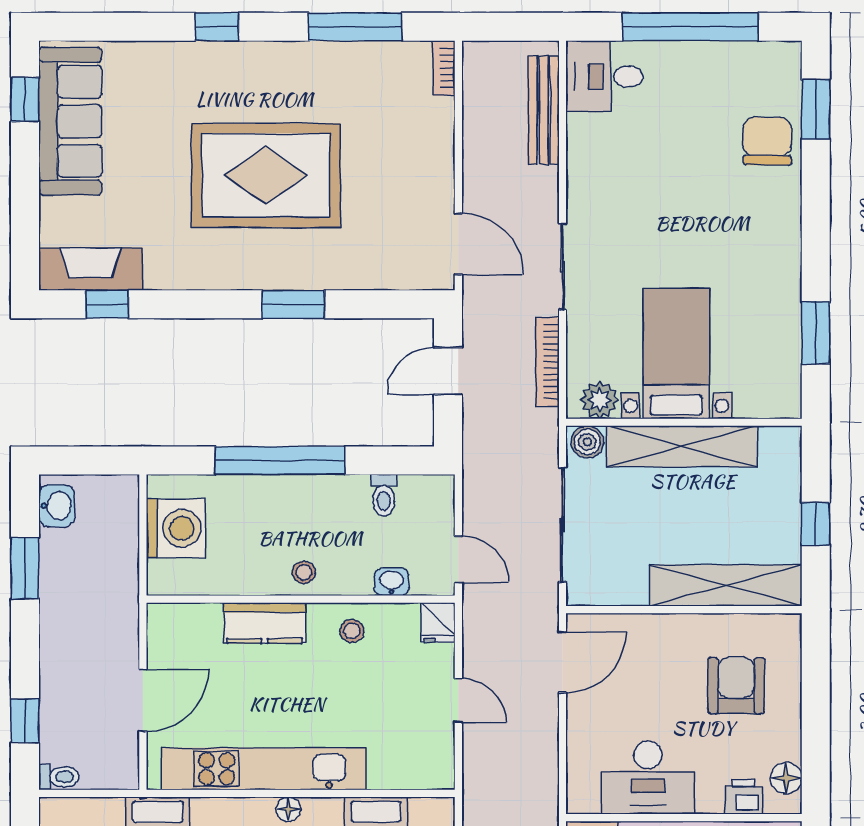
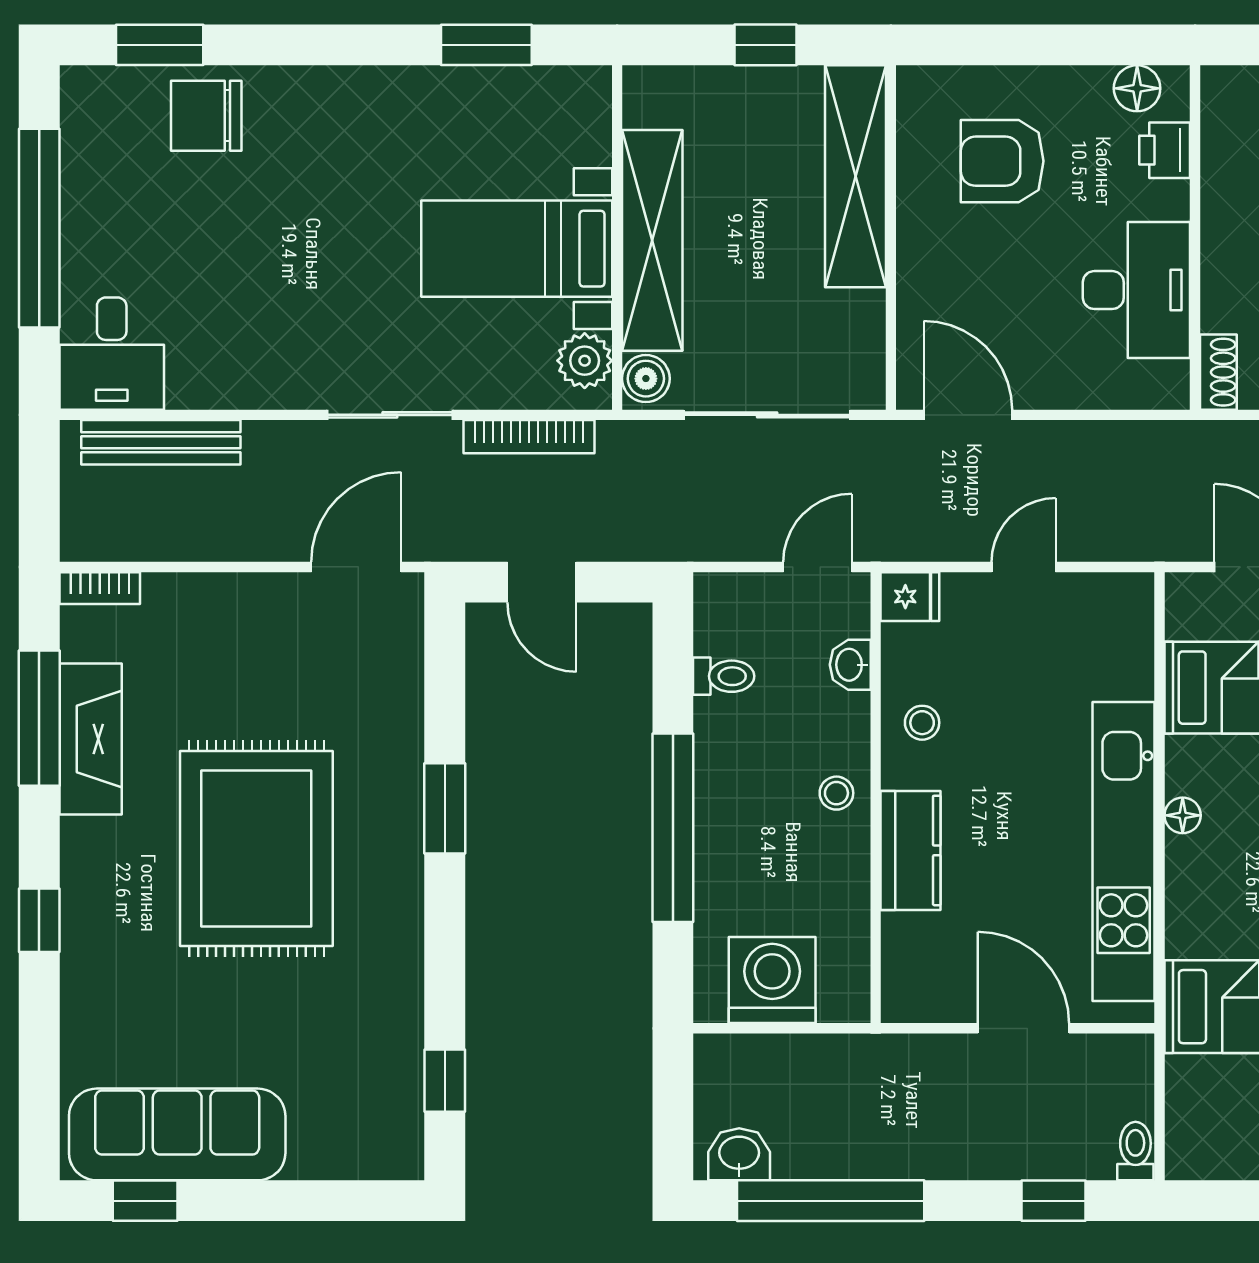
fireplace: (90, 269) -> (91, 739), moved, turned 180
window: (25, 568) -> (831, 1201), width x2.11

